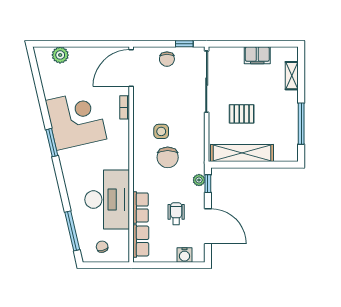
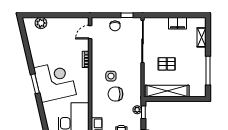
door: (131, 68) -> (90, 32), width x0.53
corner desk: (76, 120) -> (55, 81), moved
chair: (168, 157) -> (115, 94), turned 90

